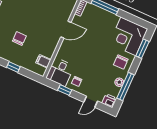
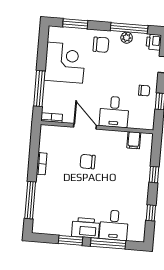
corner desk: (128, 36) -> (65, 63), moved, turned -90
chair: (19, 38) -> (88, 162), moved
desk: (60, 72) -> (114, 112), moved, turned 90

